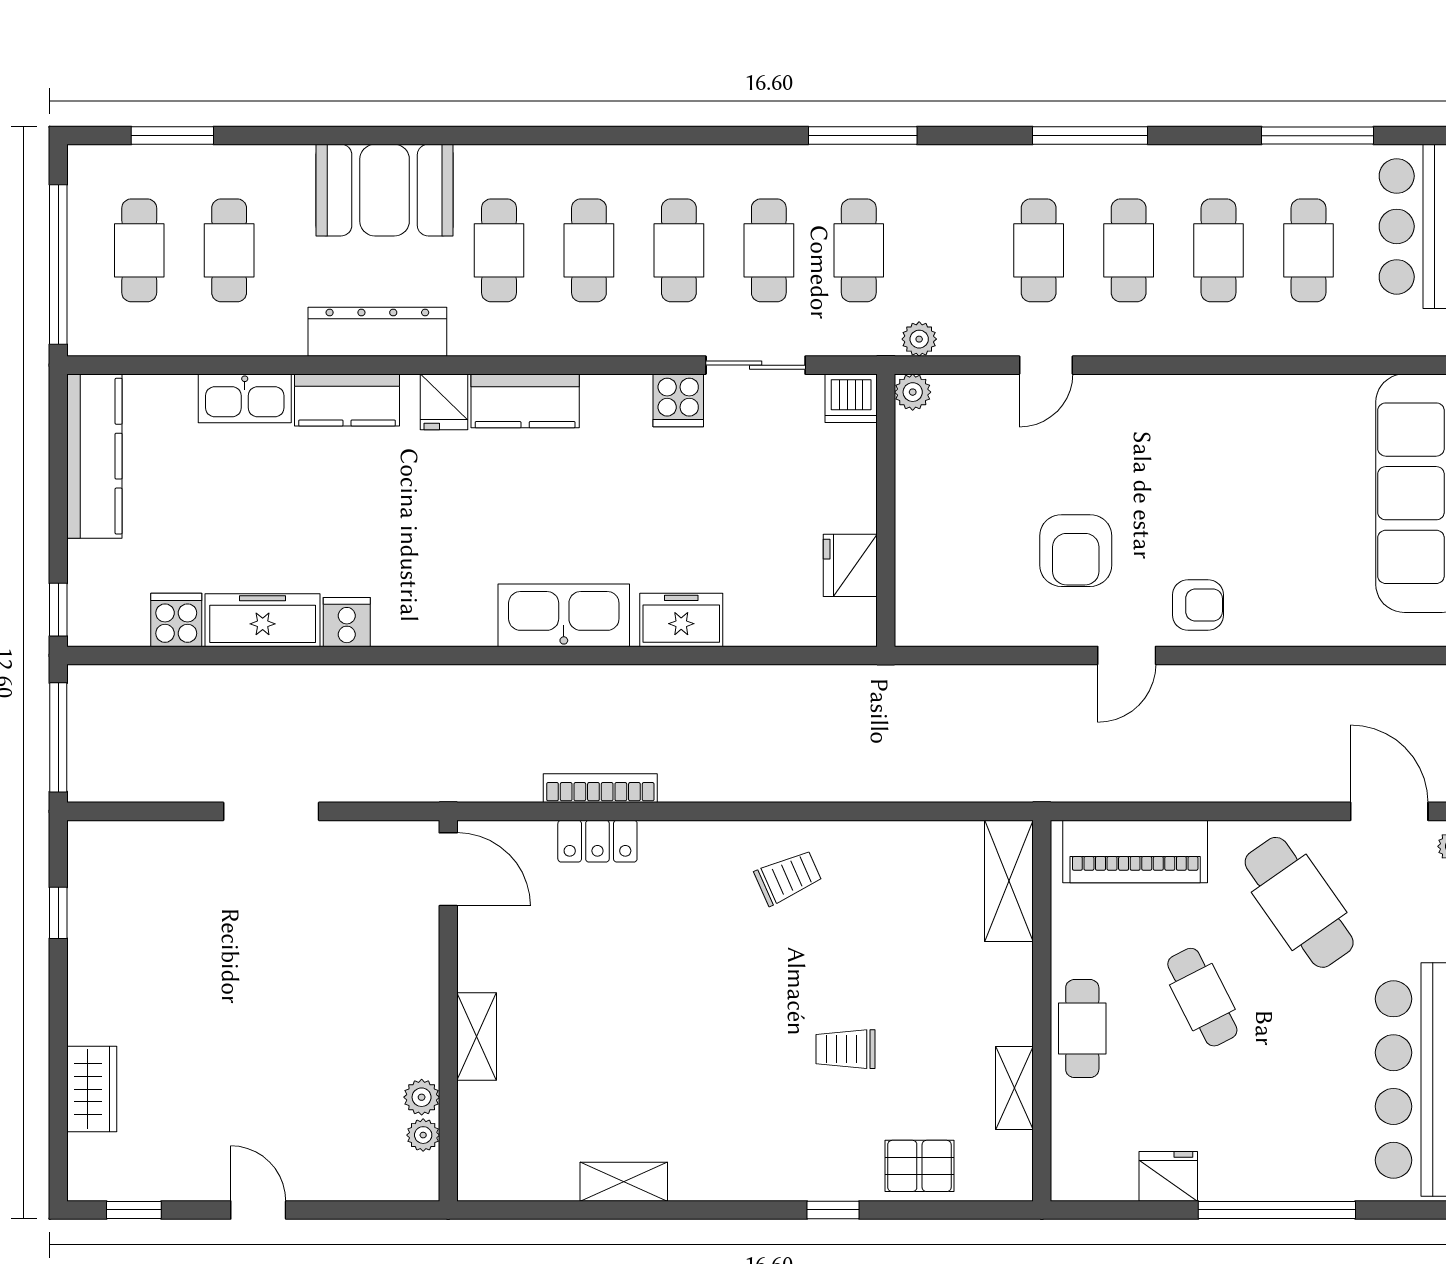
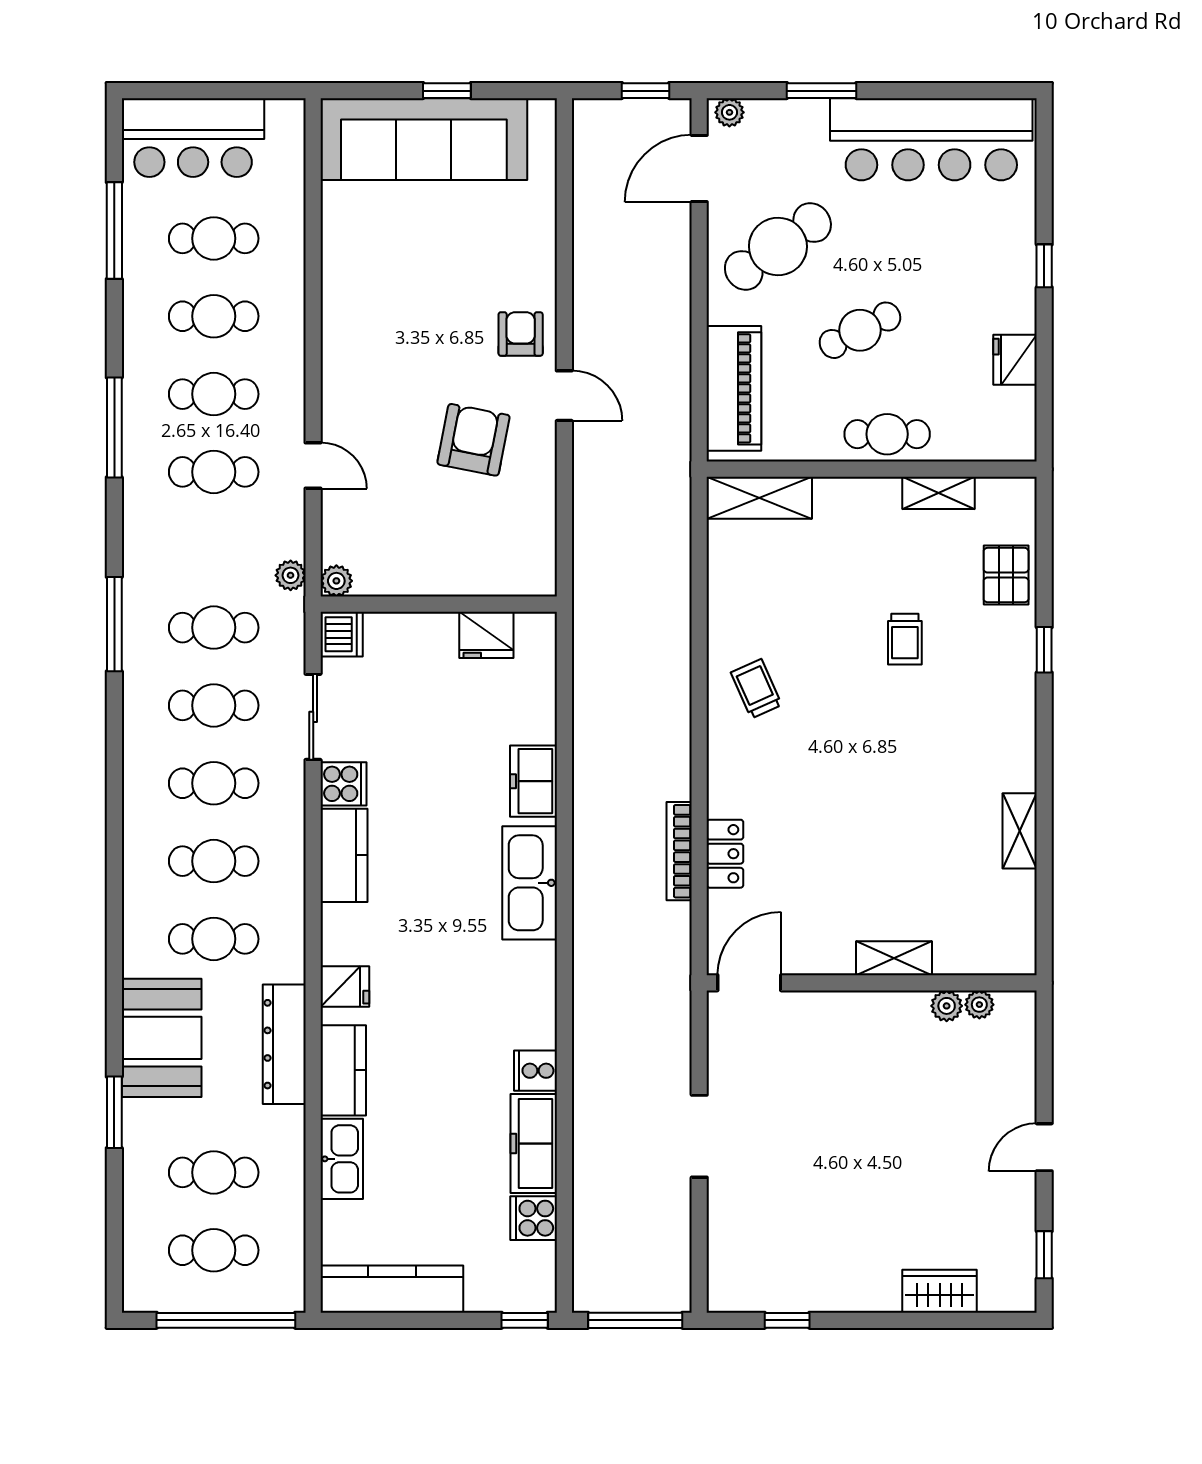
window: (172, 136) -> (114, 1112), moved
kitchen counter: (525, 401) -> (344, 855), moved
armchair: (1076, 551) -> (473, 440), turned -79
window: (1277, 1210) -> (1044, 266), width x0.32

